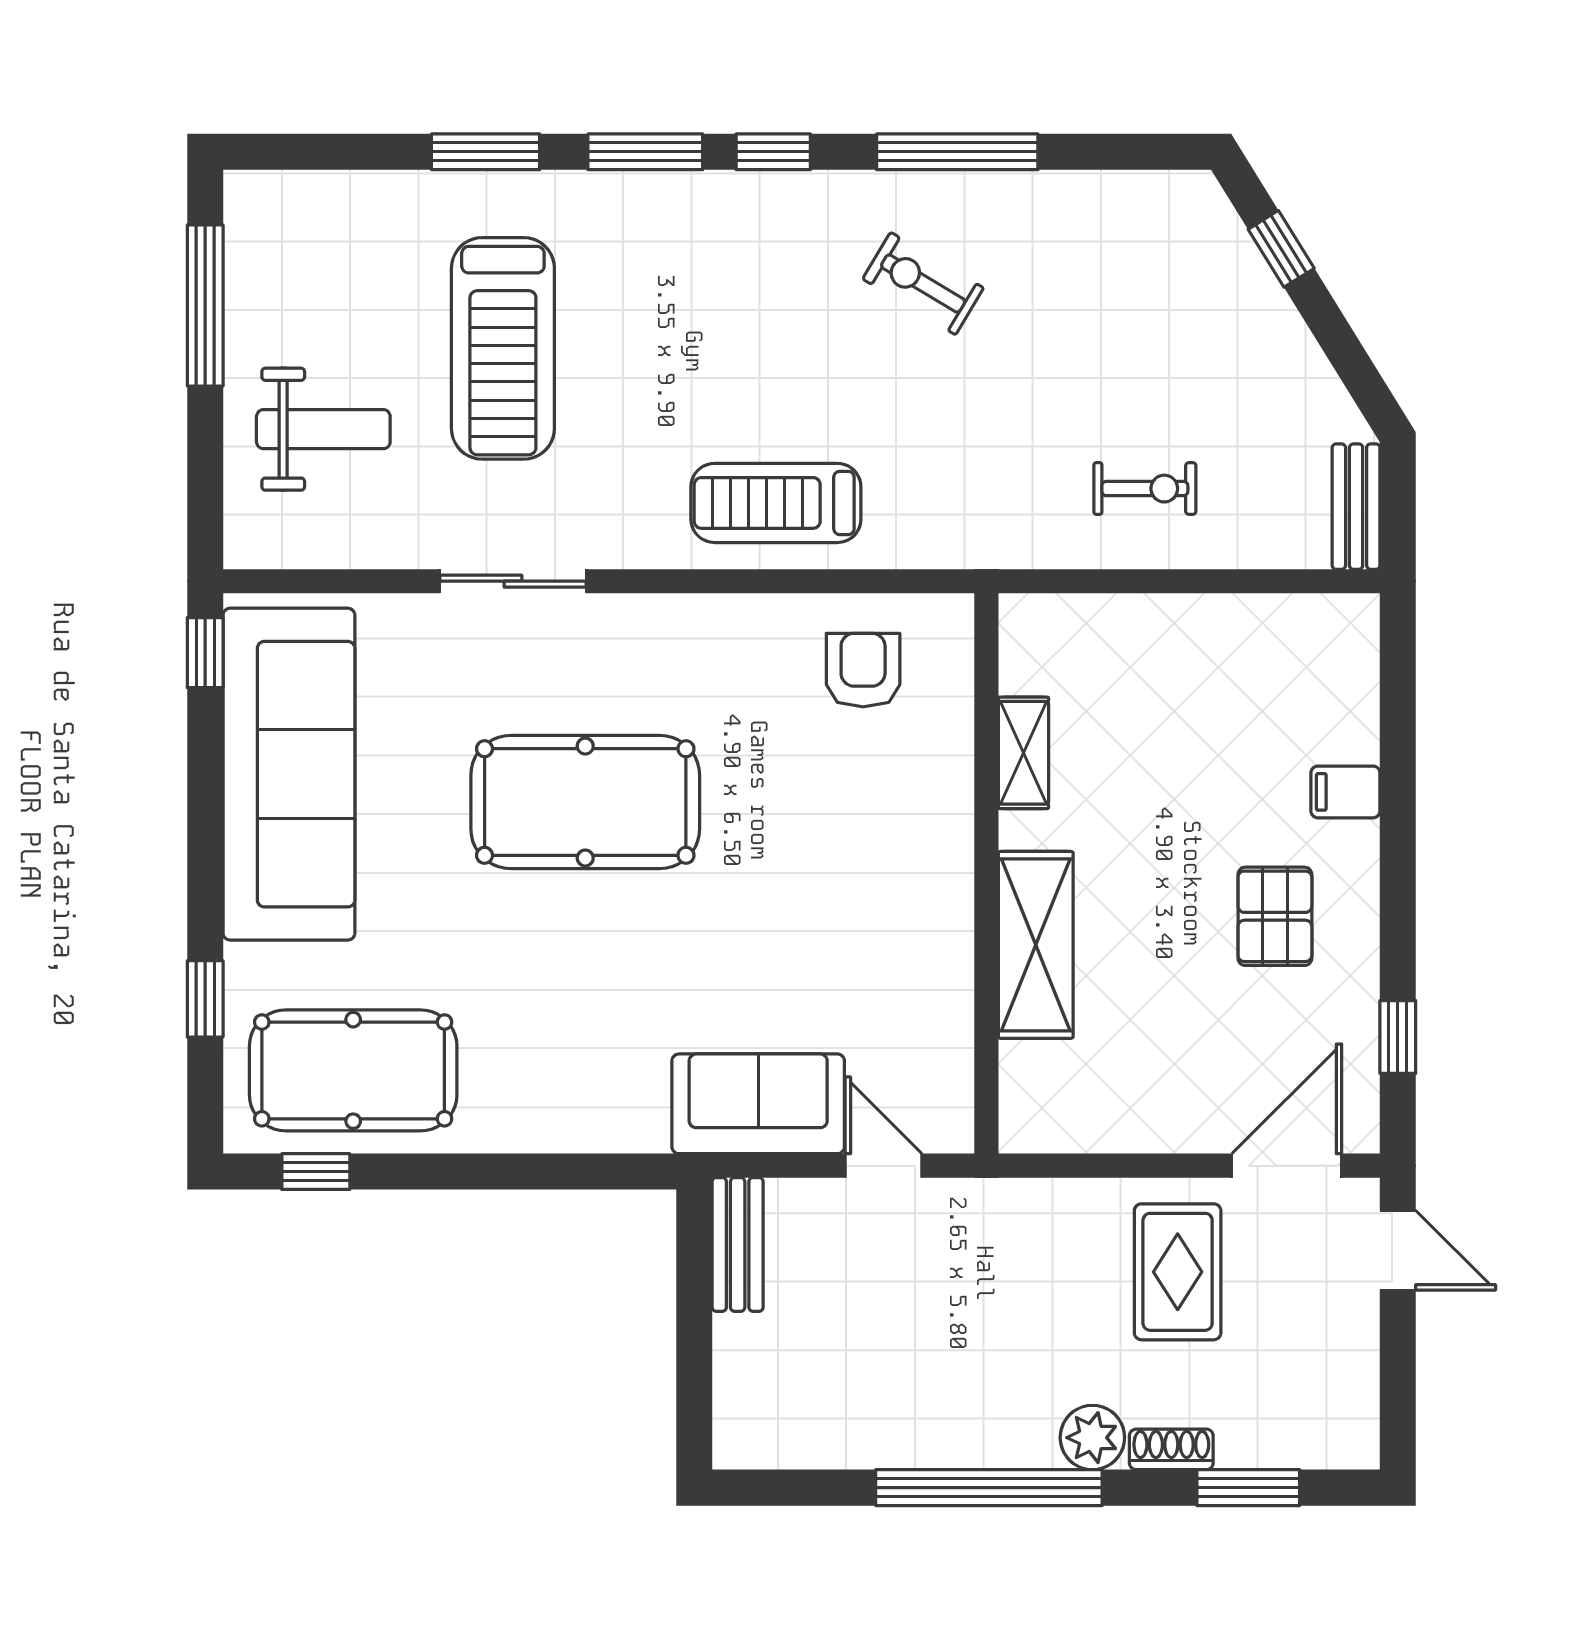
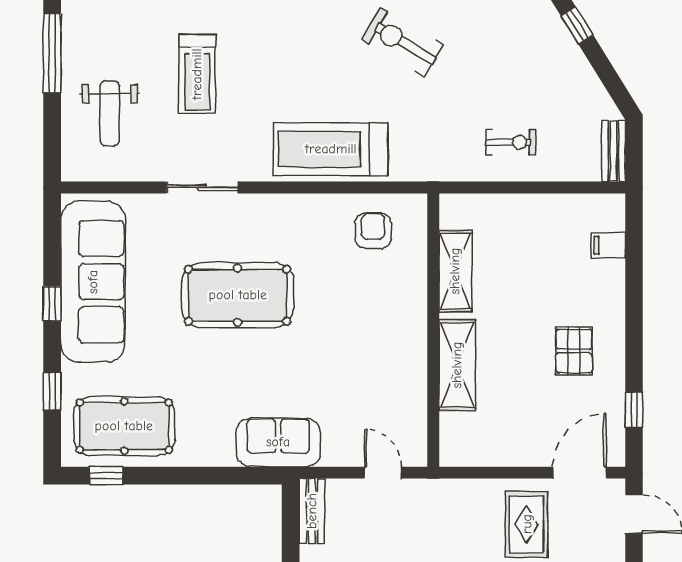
exercise bike: (923, 283) -> (402, 42), width x1.38, depth x1.39
treadmill: (503, 348) -> (197, 74), width x0.73, depth x0.73
weight bench: (323, 429) -> (110, 113), turned 90
treadmill: (776, 503) -> (331, 149), width x1.37, depth x1.38
window: (205, 653) -> (52, 303), moved
shelving: (1023, 753) -> (455, 271), width x1.50, depth x1.33
filing cabinet: (1345, 792) -> (608, 245), moved
sofa: (758, 1104) -> (278, 442), moved

